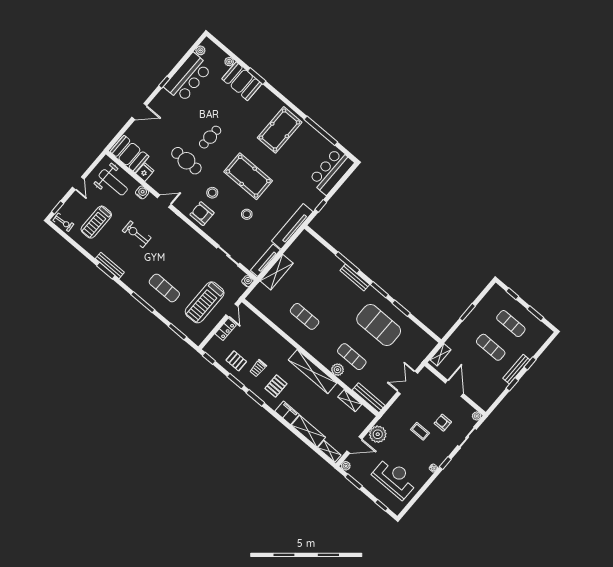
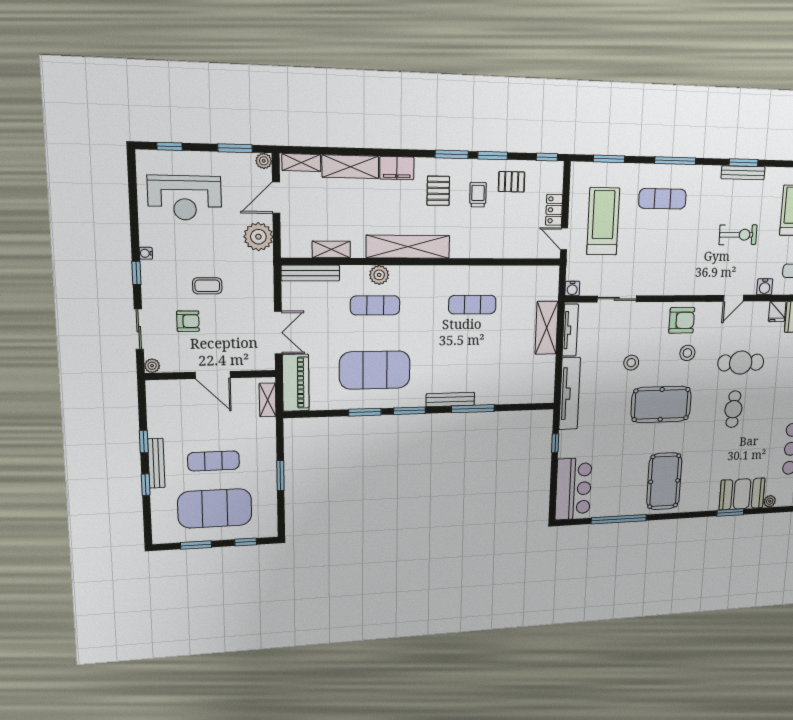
exercise mat: (511, 324) -> (215, 508), width x2.00, depth x1.45
piano: (421, 352) -> (296, 383), added

